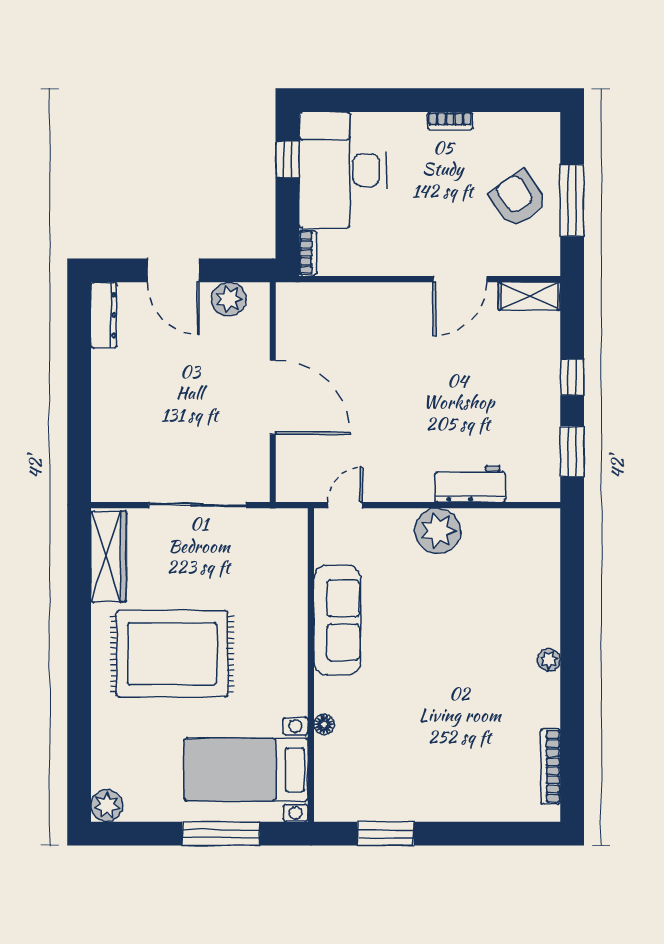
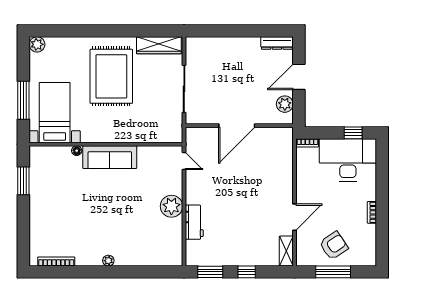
door: (460, 279) -> (295, 217), swing flipped
sofa: (337, 620) -> (110, 157), moved

